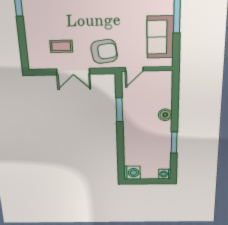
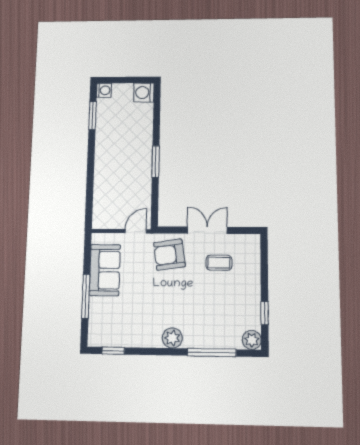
window: (119, 110) -> (156, 162), moved
boiler: (165, 115) -> (102, 171), removed
window: (174, 143) -> (92, 115), moved

